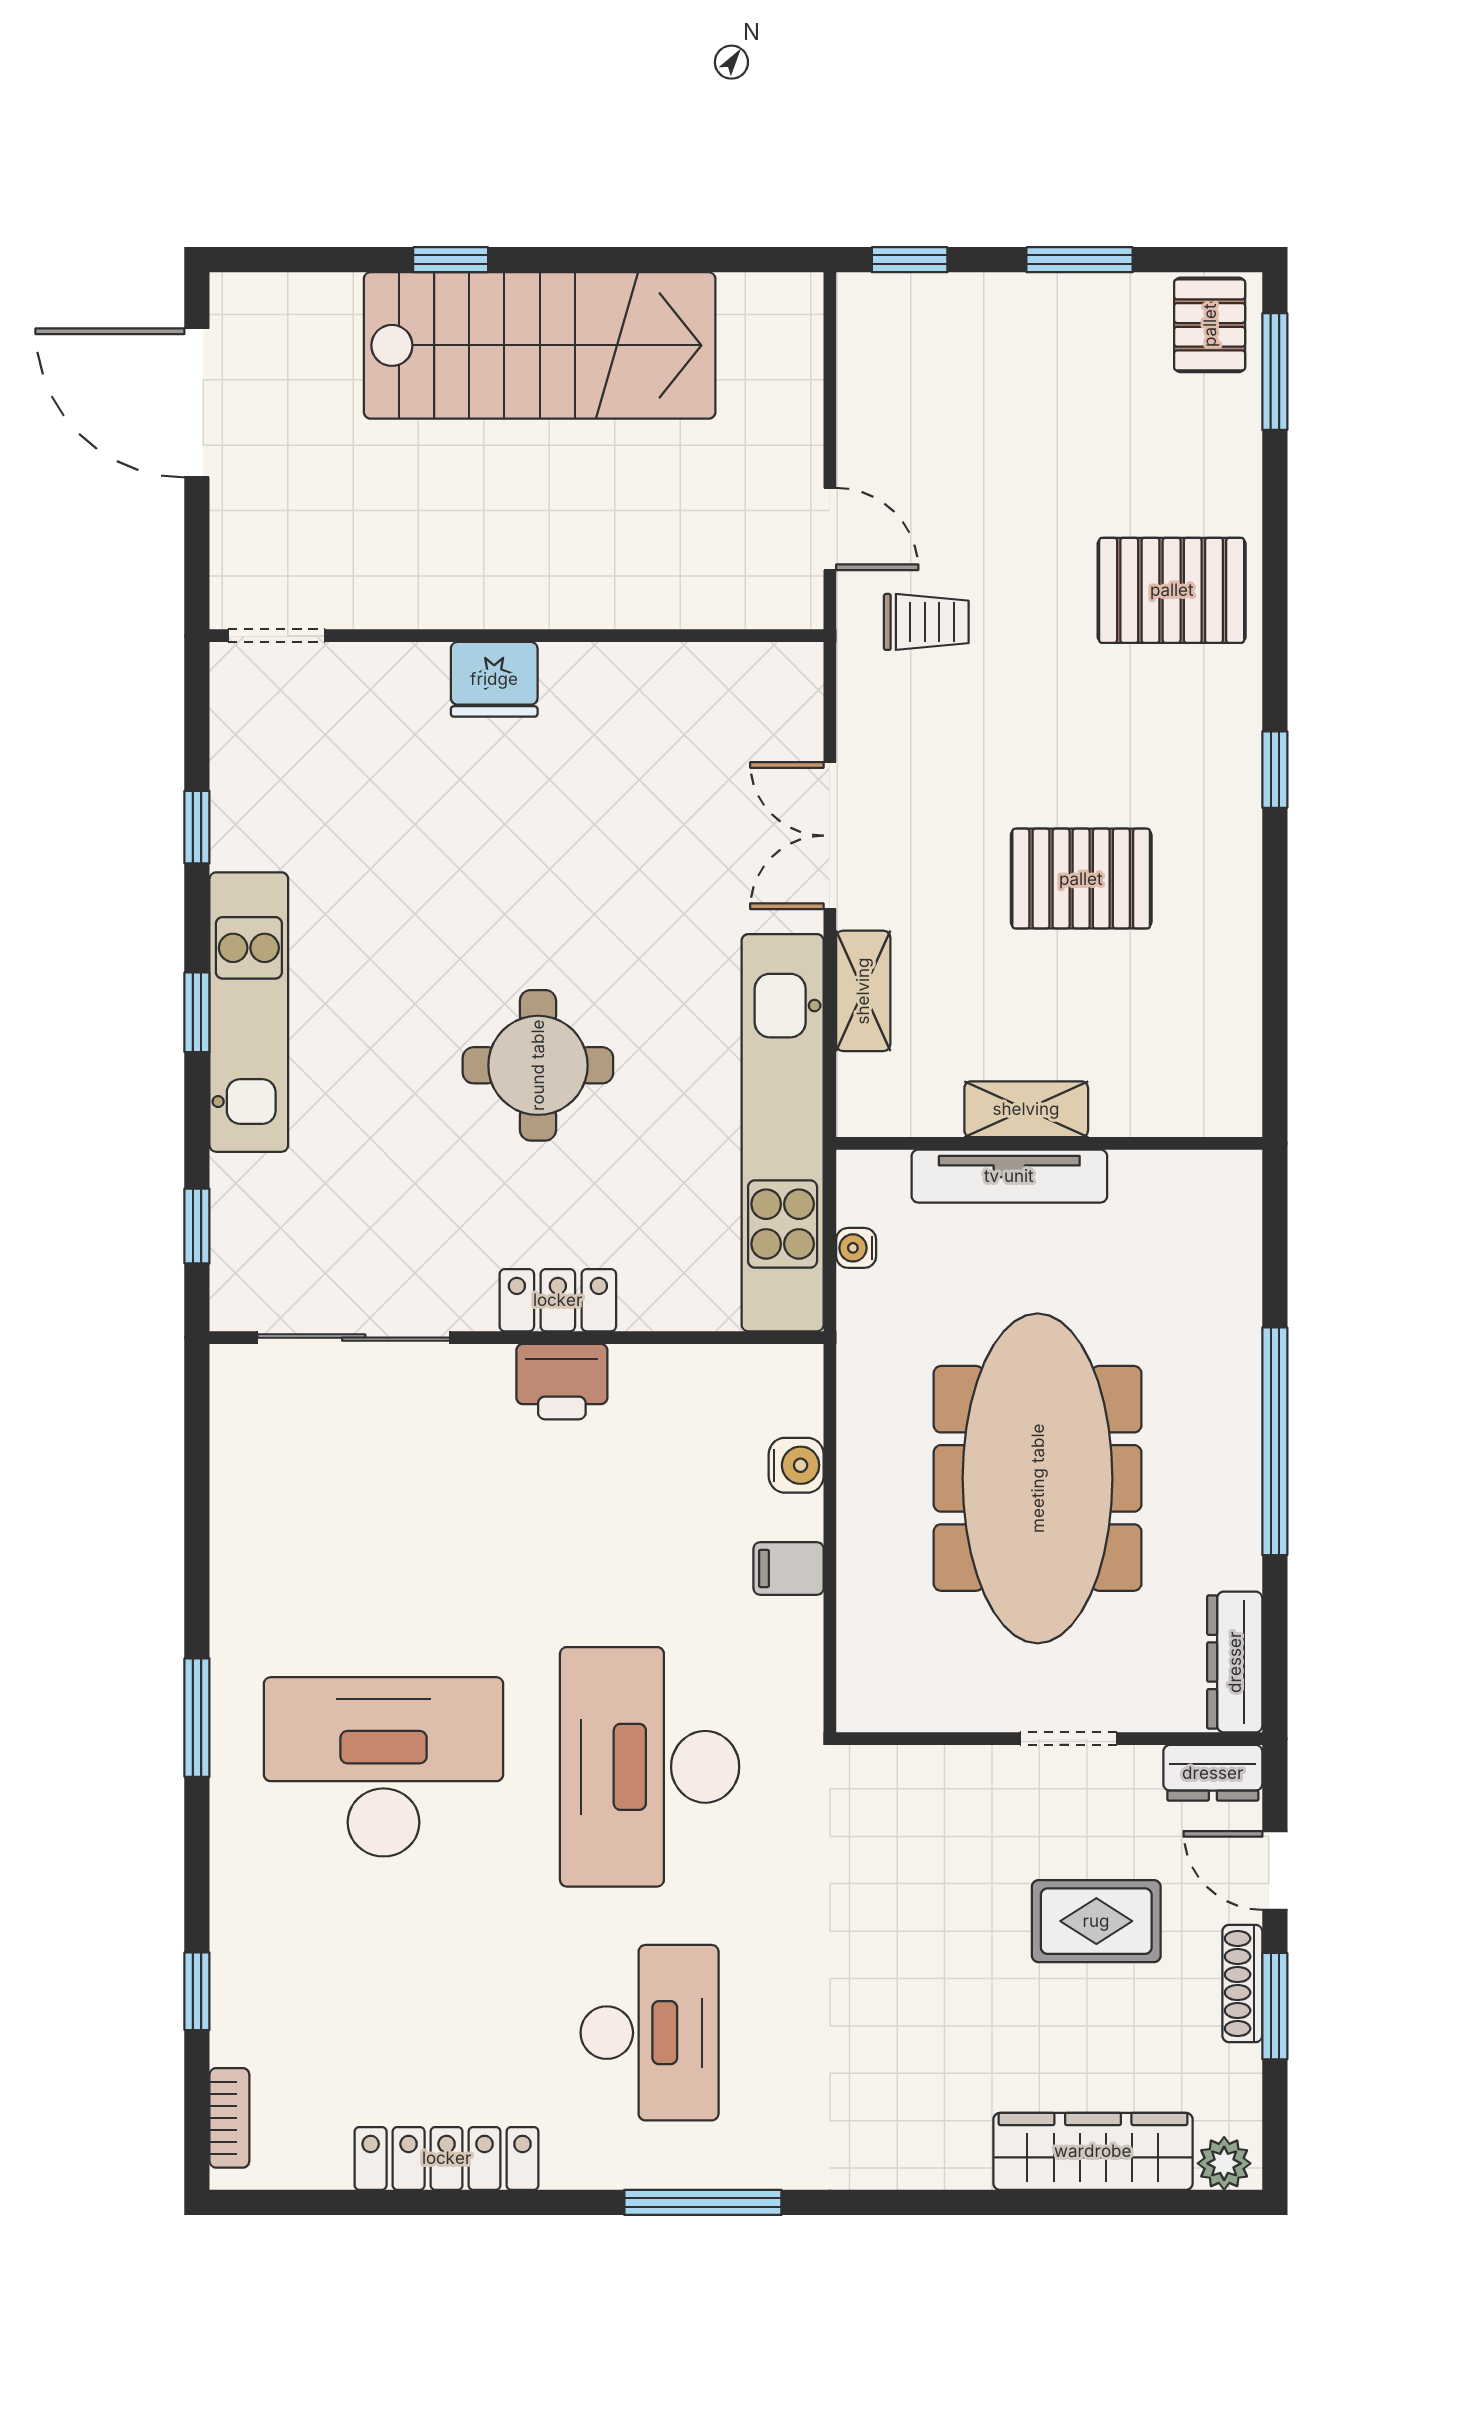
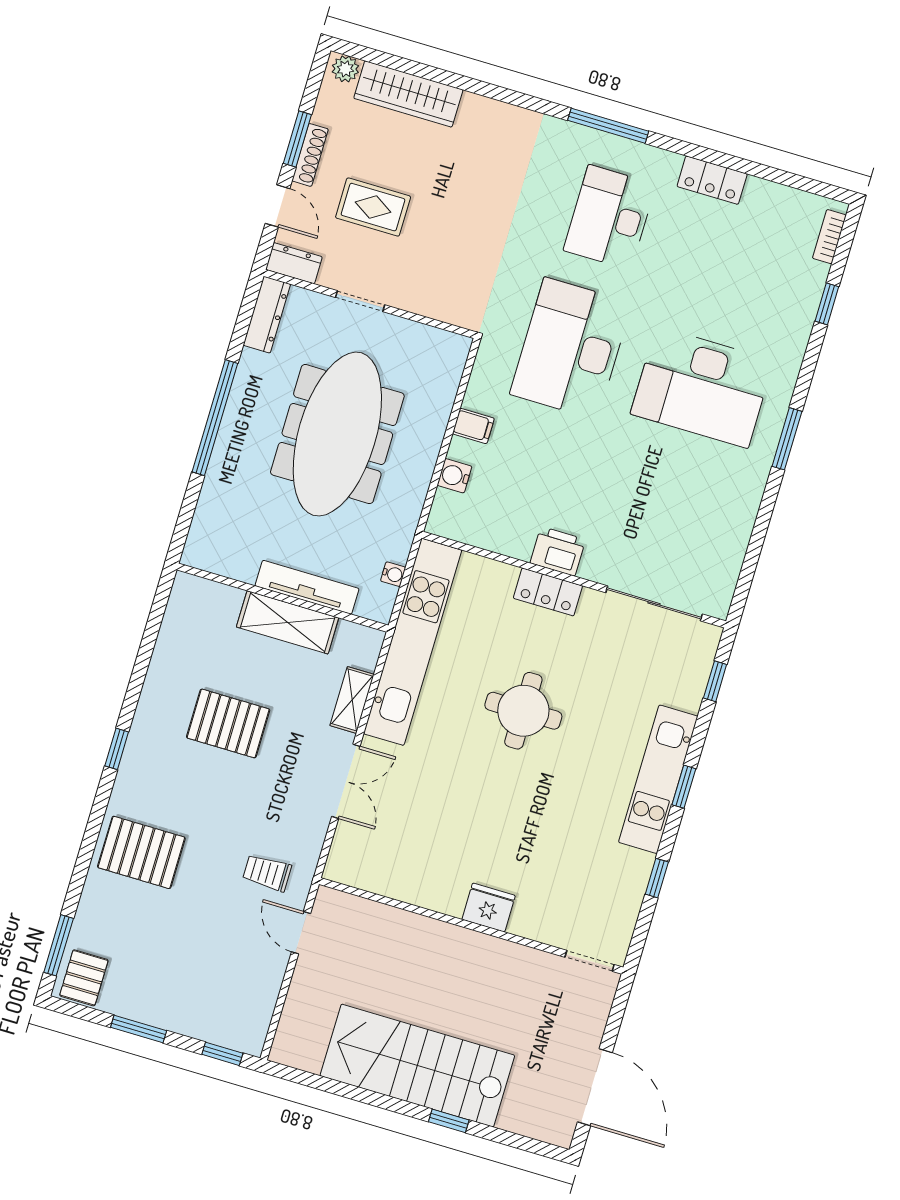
shelving: (1026, 1109) -> (288, 622), width x1.50, depth x1.33
desk: (650, 1767) -> (571, 348), turned 180
locker: (447, 2158) -> (712, 180), width x0.66

